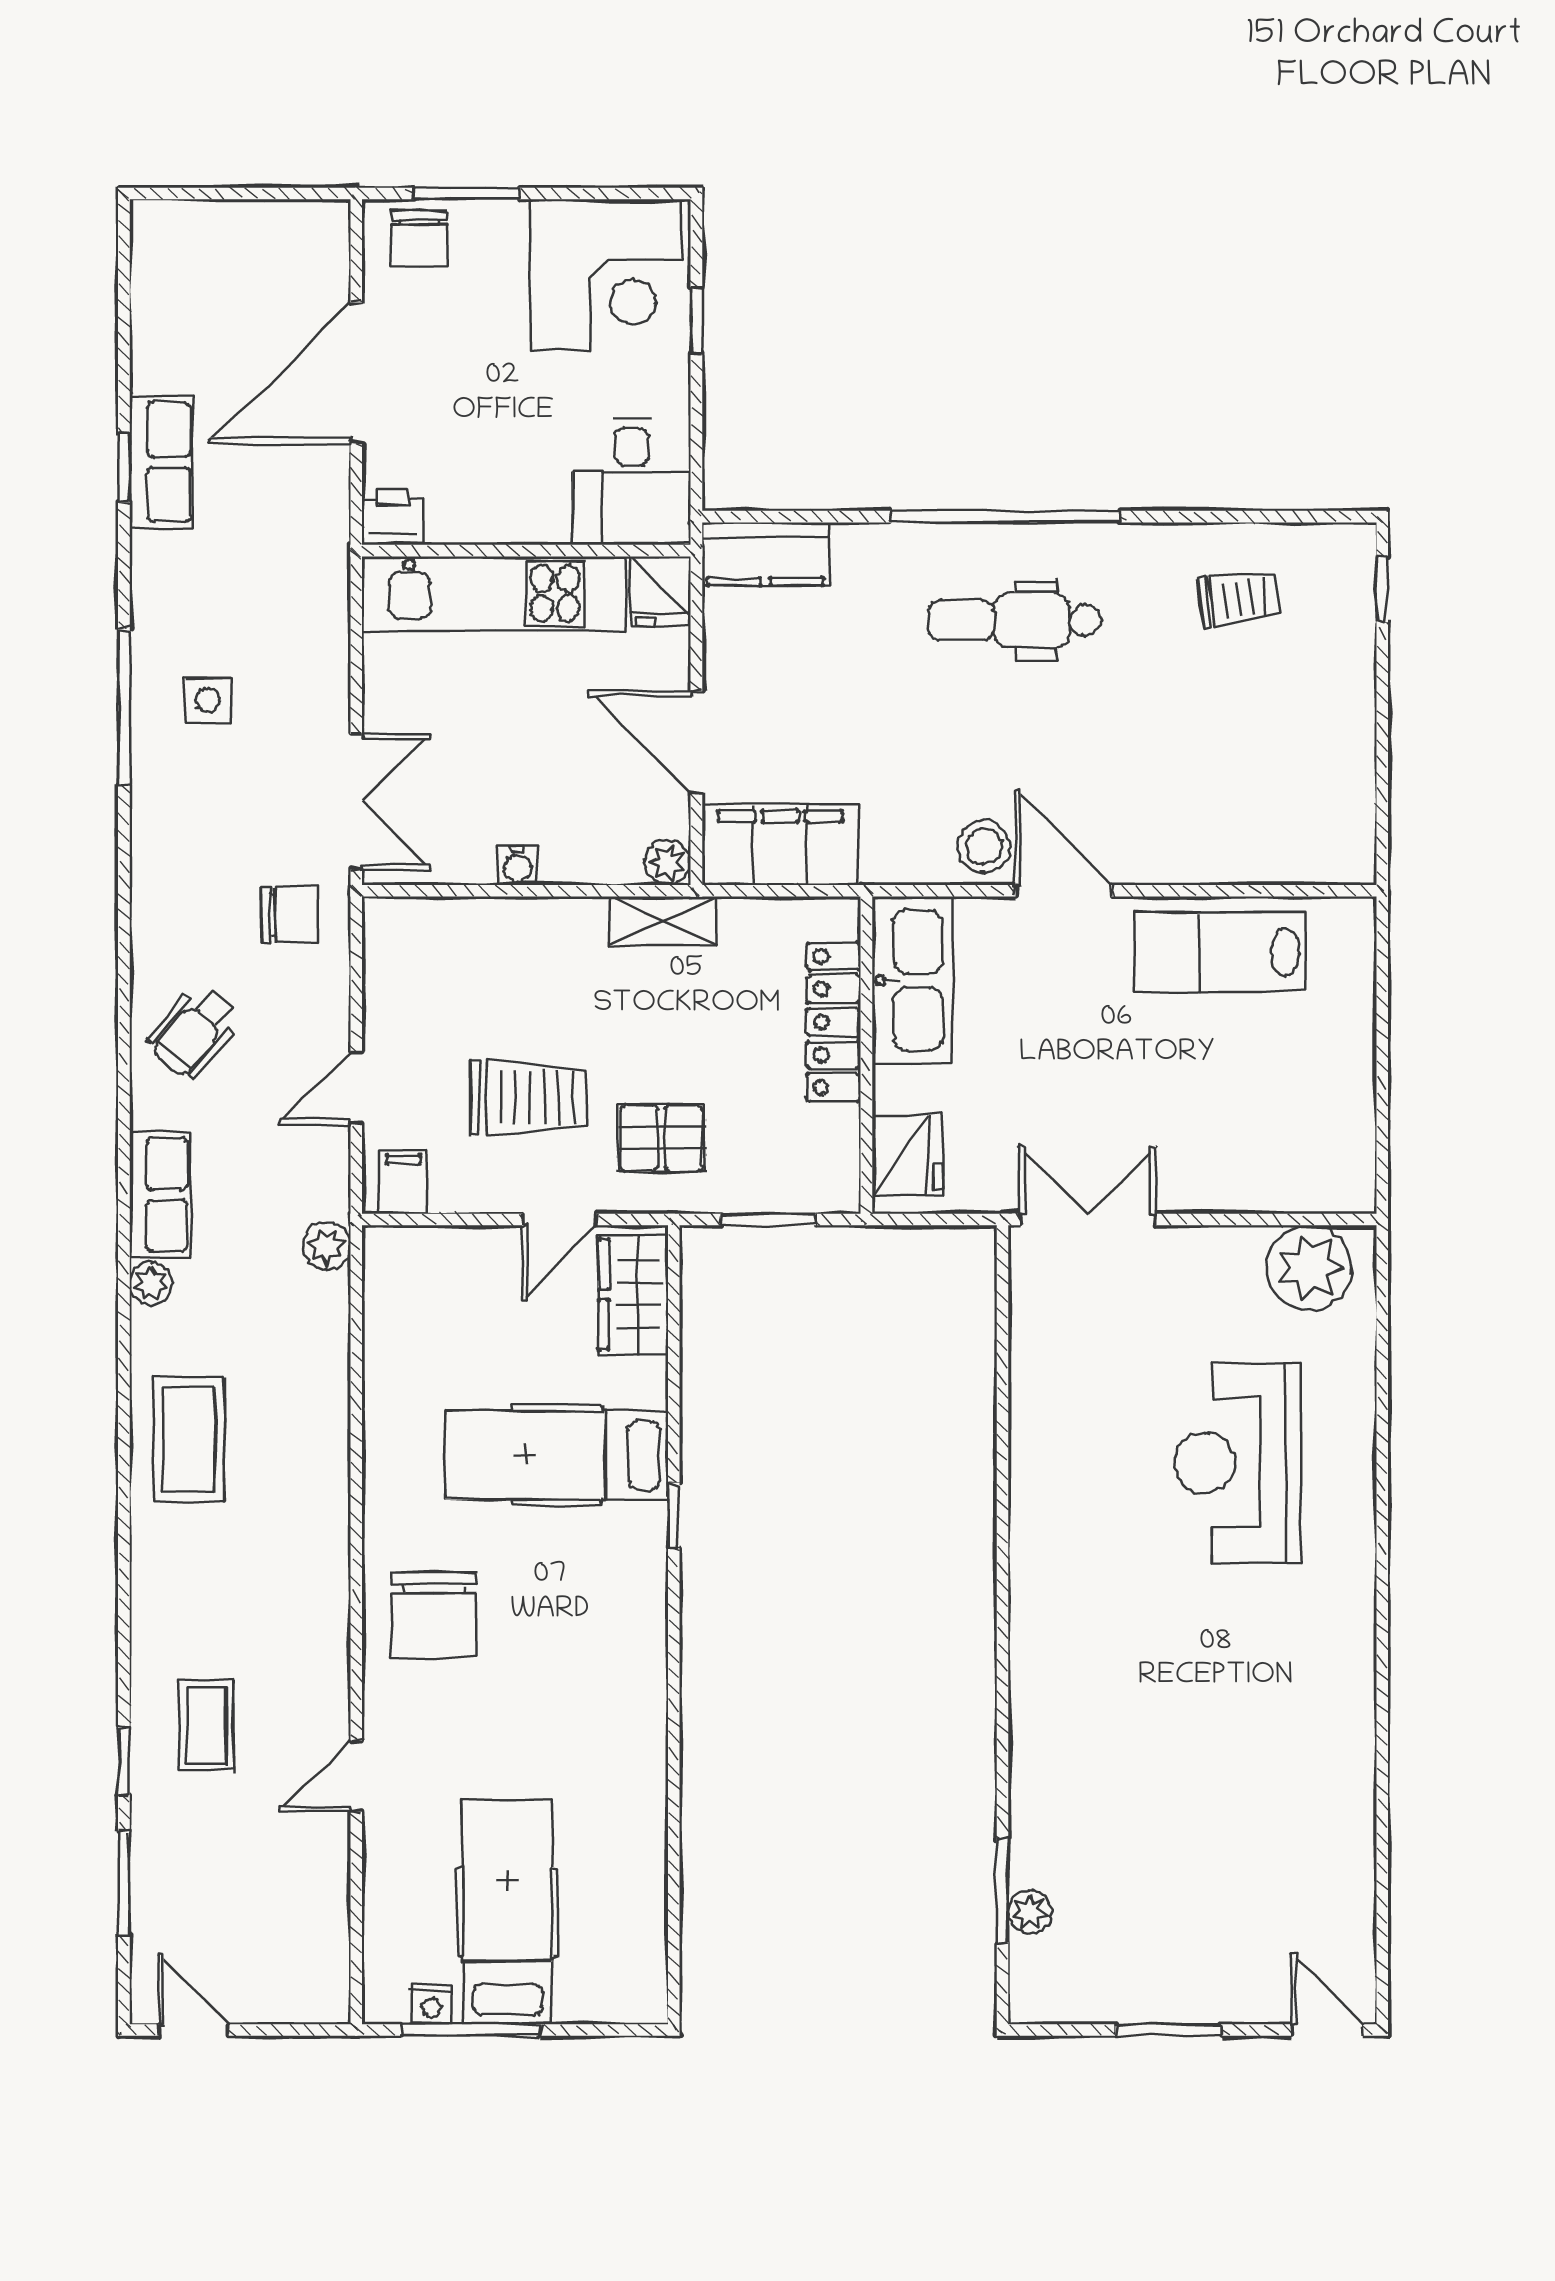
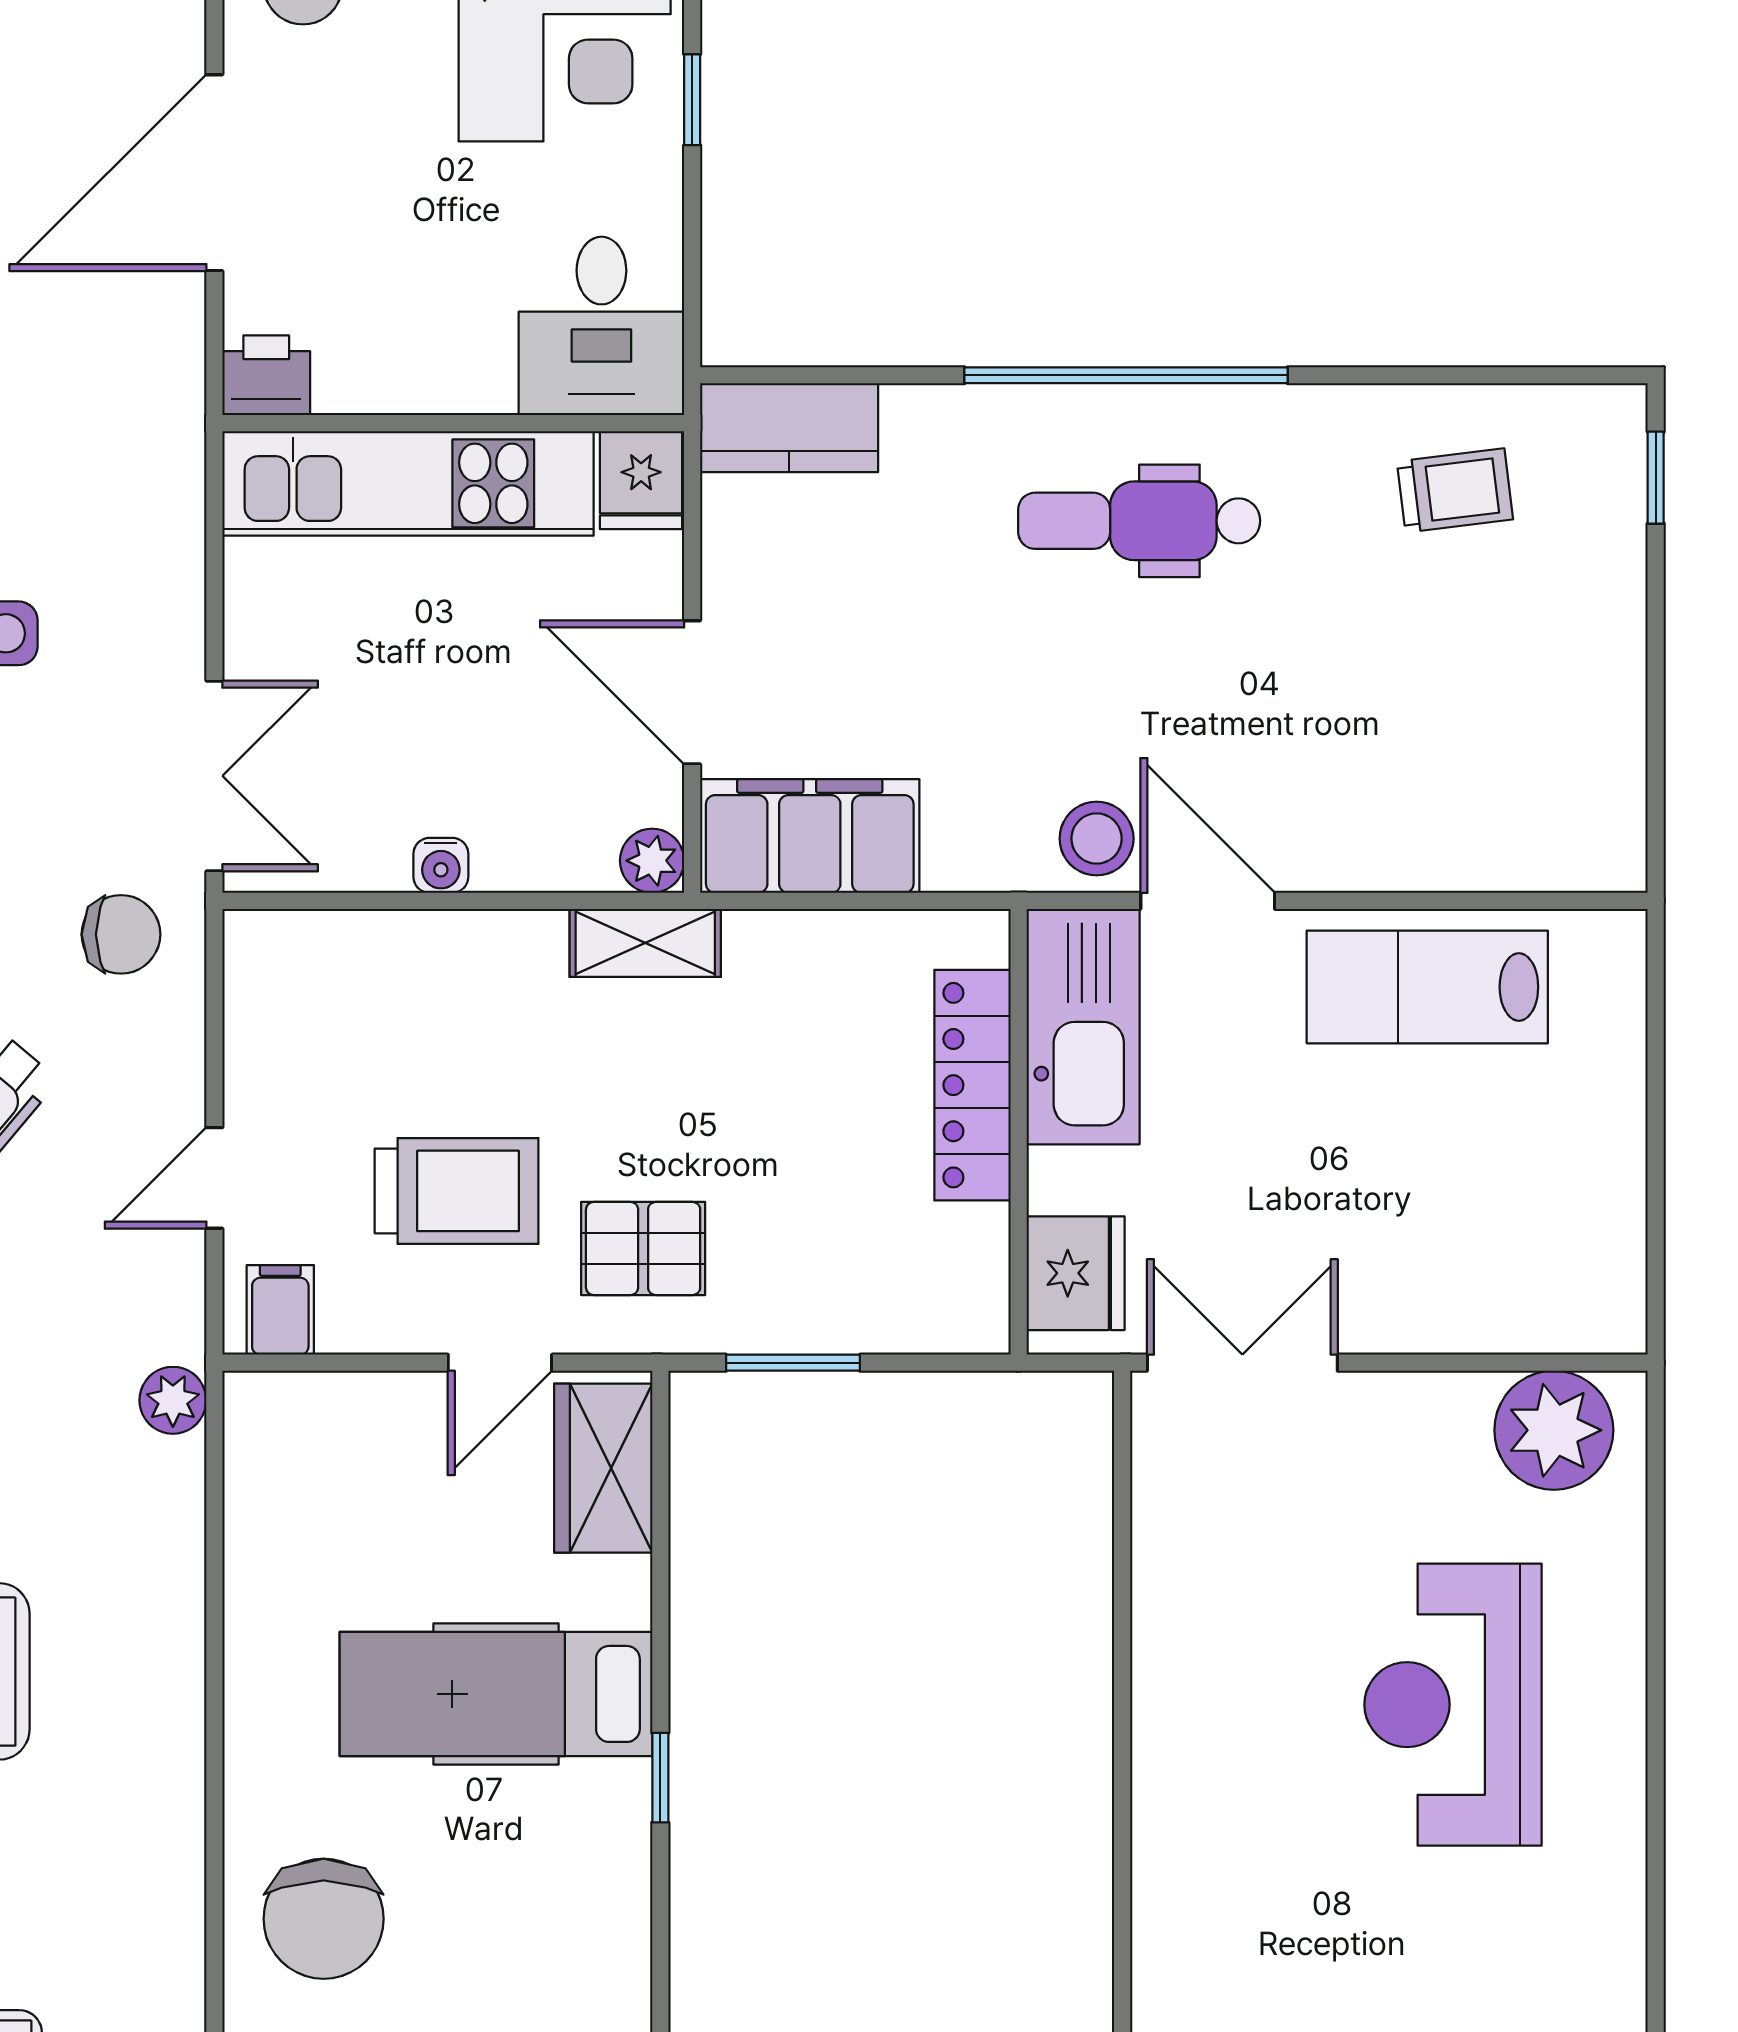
kitchen sink: (912, 980) -> (1083, 1027), moved
locker: (834, 1022) -> (973, 1085), moved
wall: (866, 1055) -> (1019, 1132), moved
fridge: (907, 1156) -> (1076, 1273), moved

